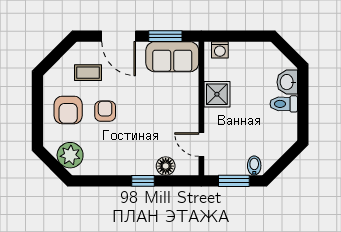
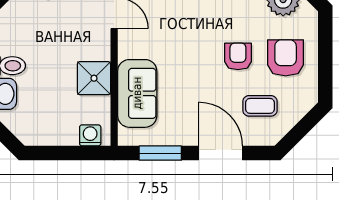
sofa: (172, 57) -> (137, 93), moved, turned 90
armchair: (105, 111) -> (238, 56), turned 180

